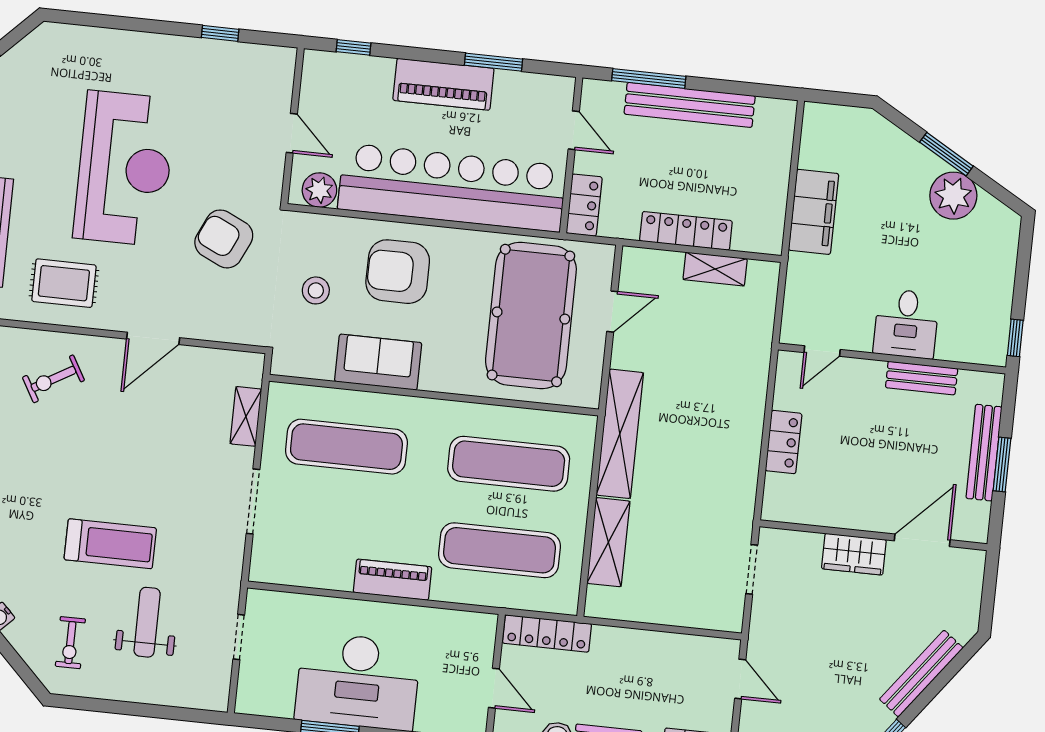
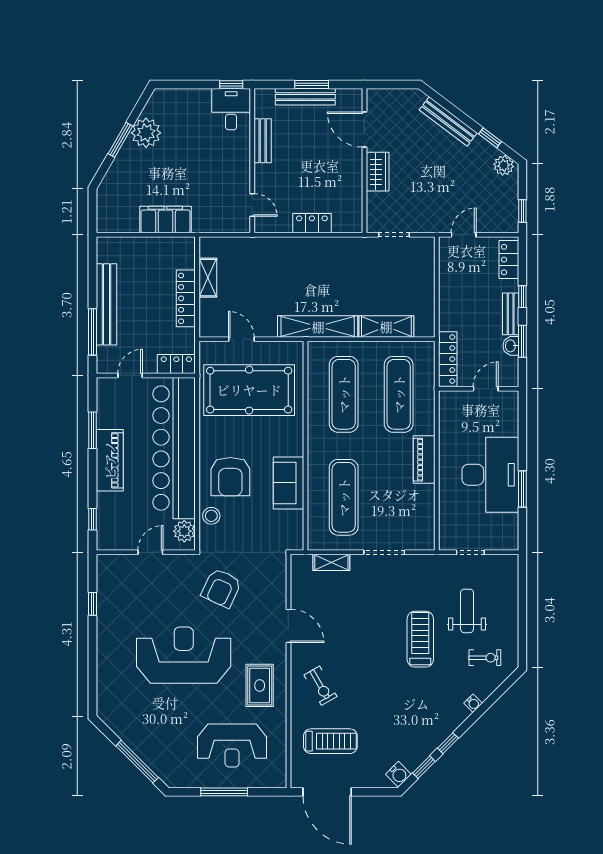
stool: (316, 290) -> (211, 516), moved
desk: (906, 324) -> (231, 109), moved, turned -90
weight bench: (147, 622) -> (467, 611), turned 90

